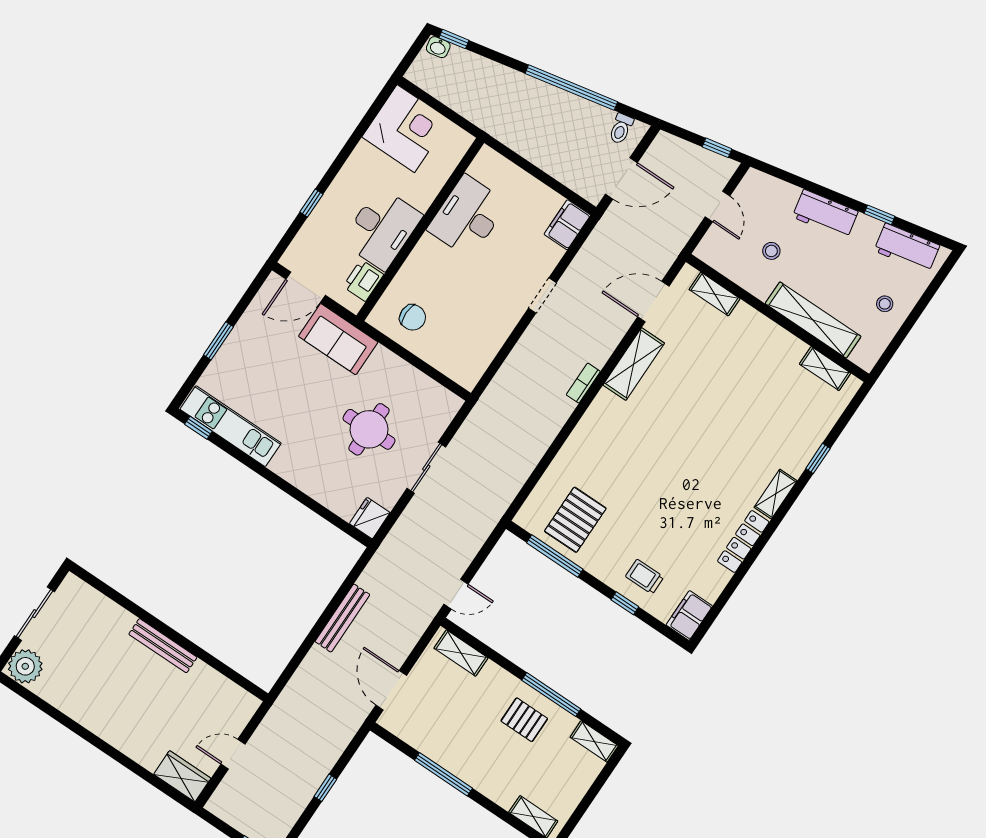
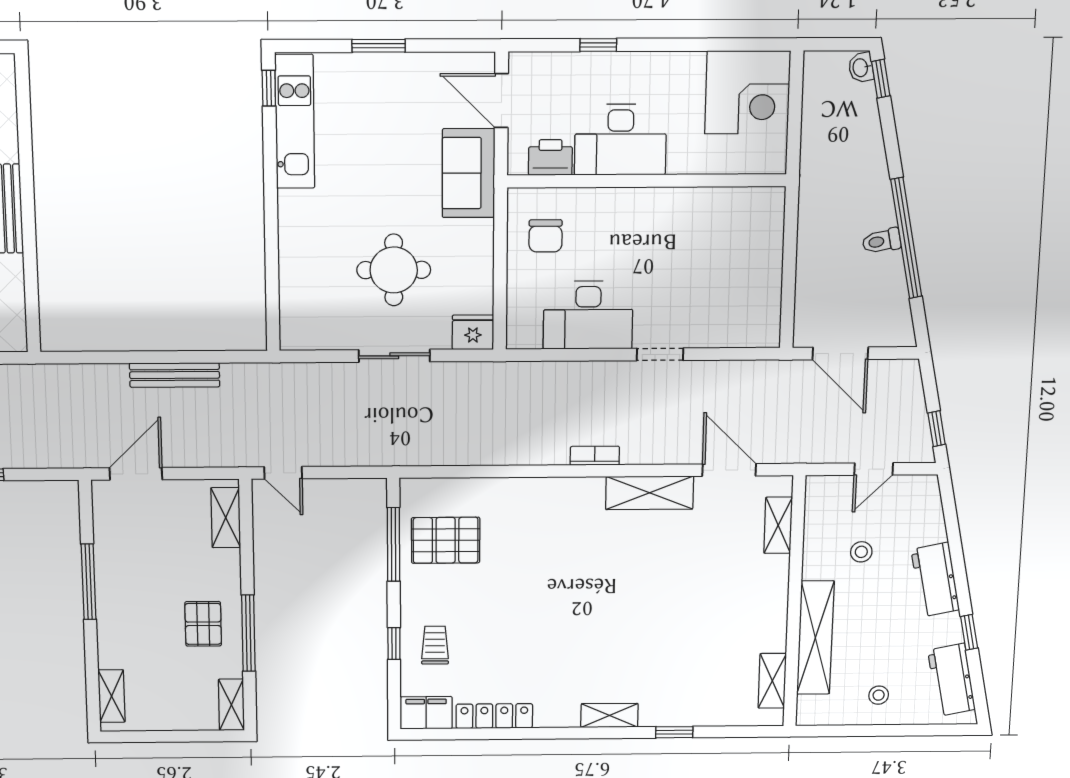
toilet: (621, 129) -> (881, 241), moved
desk: (468, 216) -> (588, 315), moved, turned 180
filing cabinet: (567, 225) -> (754, 330), removed
fridge: (370, 518) -> (473, 332), moved
locker: (743, 541) -> (494, 716), moved

